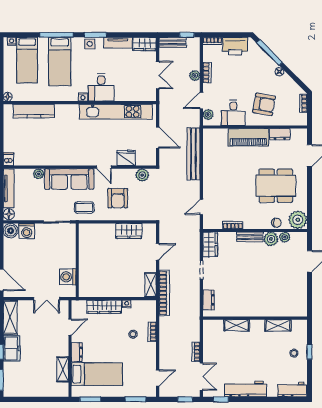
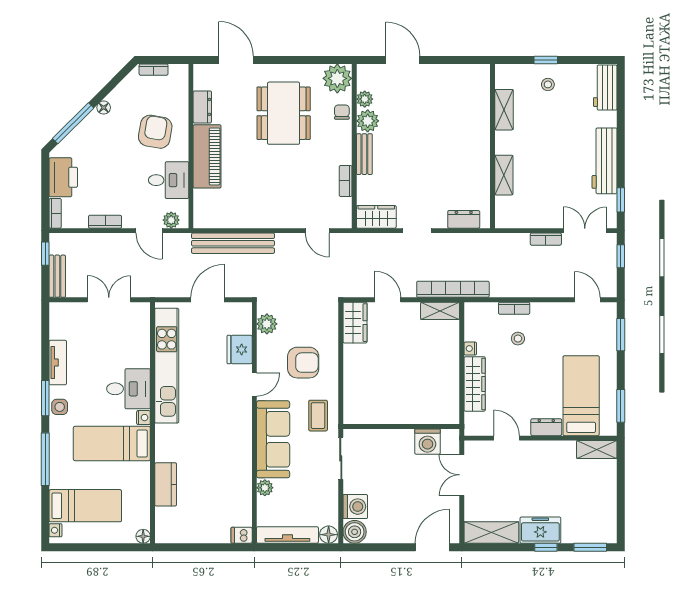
wardrobe: (145, 44) -> (60, 320), removed
bed: (60, 62) -> (112, 444), moved, turned 180
plant: (195, 76) -> (110, 241), removed
kitchen counter: (34, 111) -> (166, 484), width x0.67
wardrobe: (129, 231) -> (355, 323), moved
double door: (47, 299) -> (462, 475), swing flipped
shelving: (63, 369) -> (597, 449), moved

